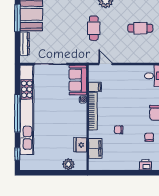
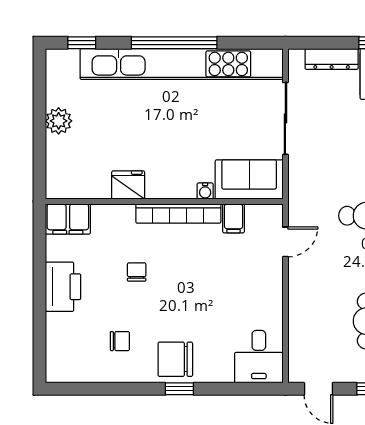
fridge: (80, 145) -> (128, 185), moved
filing cabinet: (95, 148) -> (68, 219), moved
plant: (68, 164) -> (59, 121), moved
printer: (145, 165) -> (63, 287), moved, width x1.87, depth x1.48

